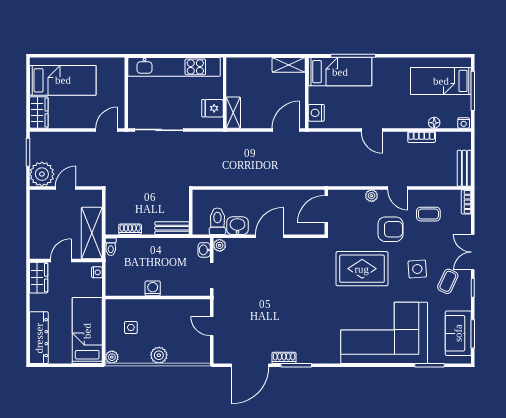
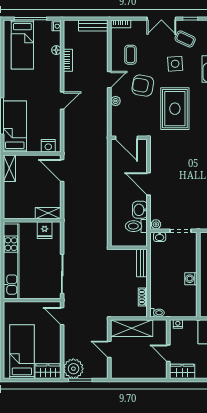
plant: (42, 174) -> (73, 369), moved
armchair: (390, 229) -> (143, 86), turned -80
shelving: (92, 233) -> (132, 328), moved

